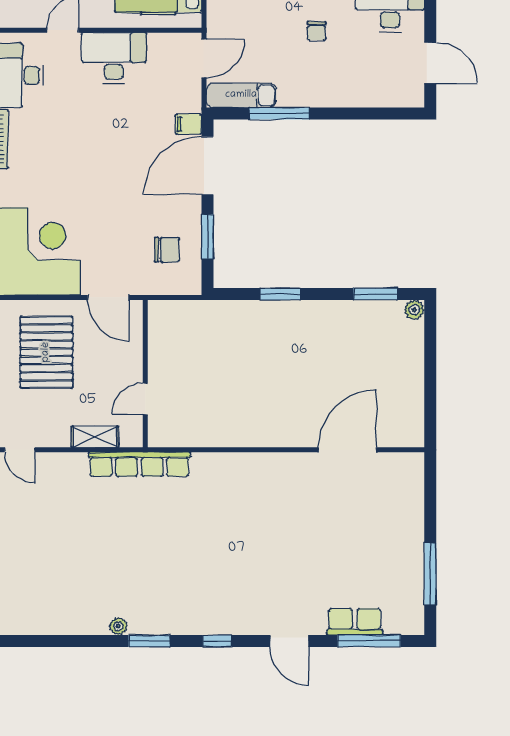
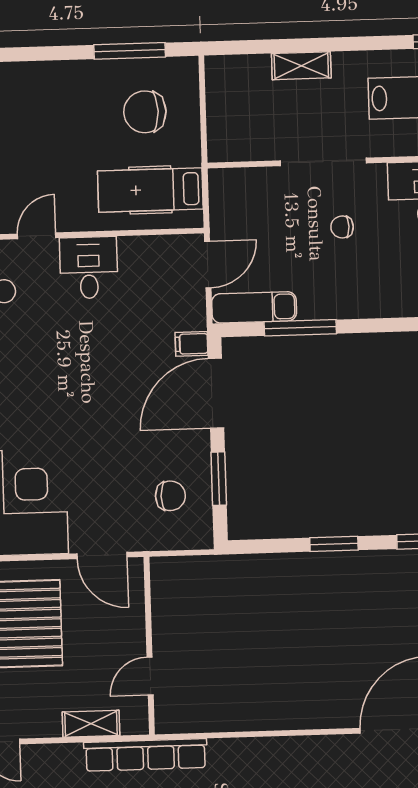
chair: (317, 31) -> (342, 227), turned 90
desk: (114, 58) -> (89, 268), width x0.73
window: (280, 294) -> (334, 544), moved

